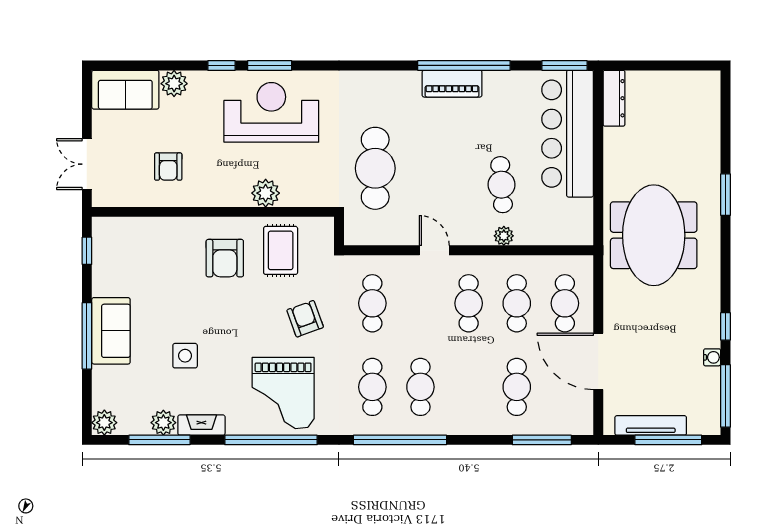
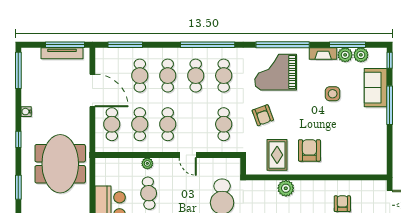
window: (87, 251) -> (390, 60), moved
window: (725, 326) -> (18, 139), moved
sofa: (111, 331) -> (376, 88), moved
water cooler: (712, 357) -> (26, 112), moved
cafe table: (469, 387) -> (168, 76), added
grand piano: (283, 393) -> (276, 72), turned -90
plant: (104, 423) -> (361, 55), moved
window: (668, 440) -> (65, 45), moved

